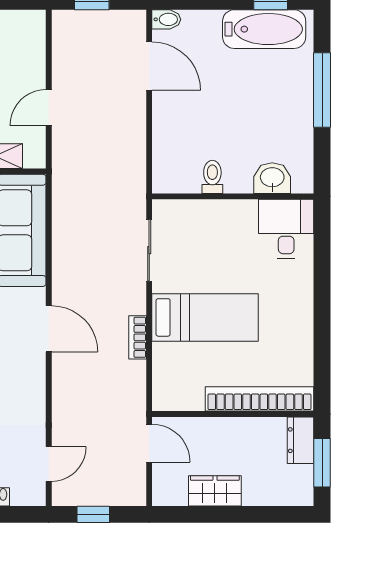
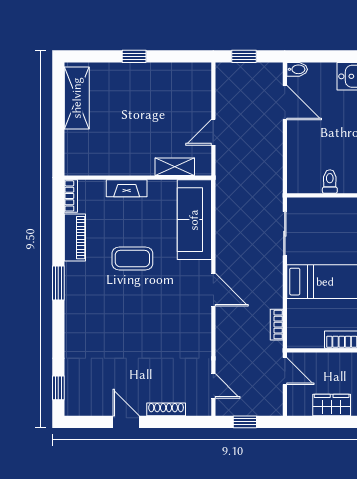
bookcase: (138, 337) -> (277, 325), moved
door: (49, 464) -> (213, 386), hinge flipped

